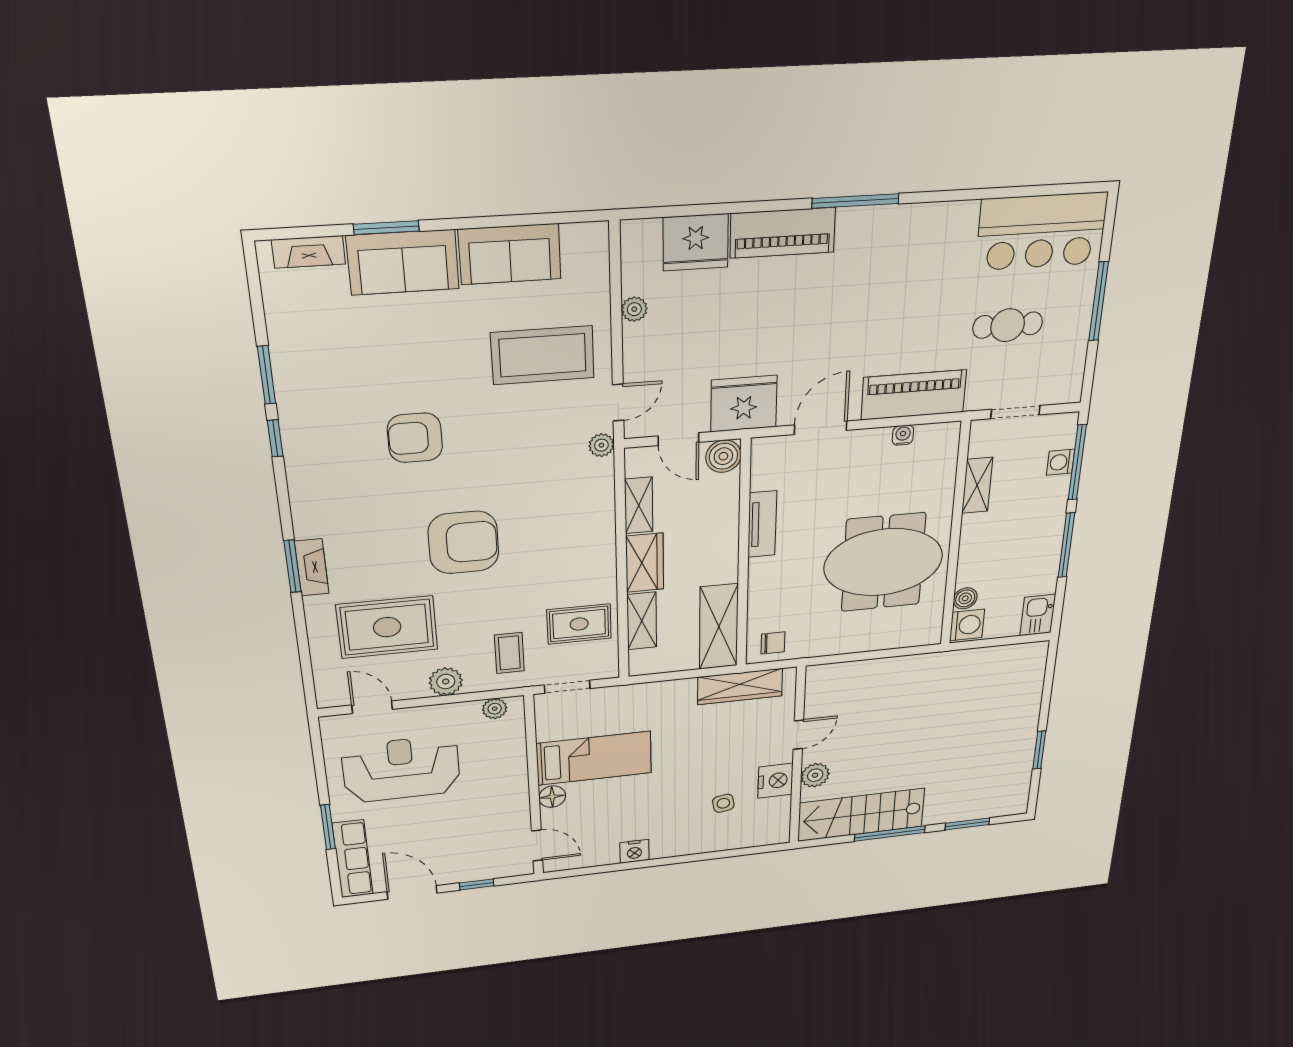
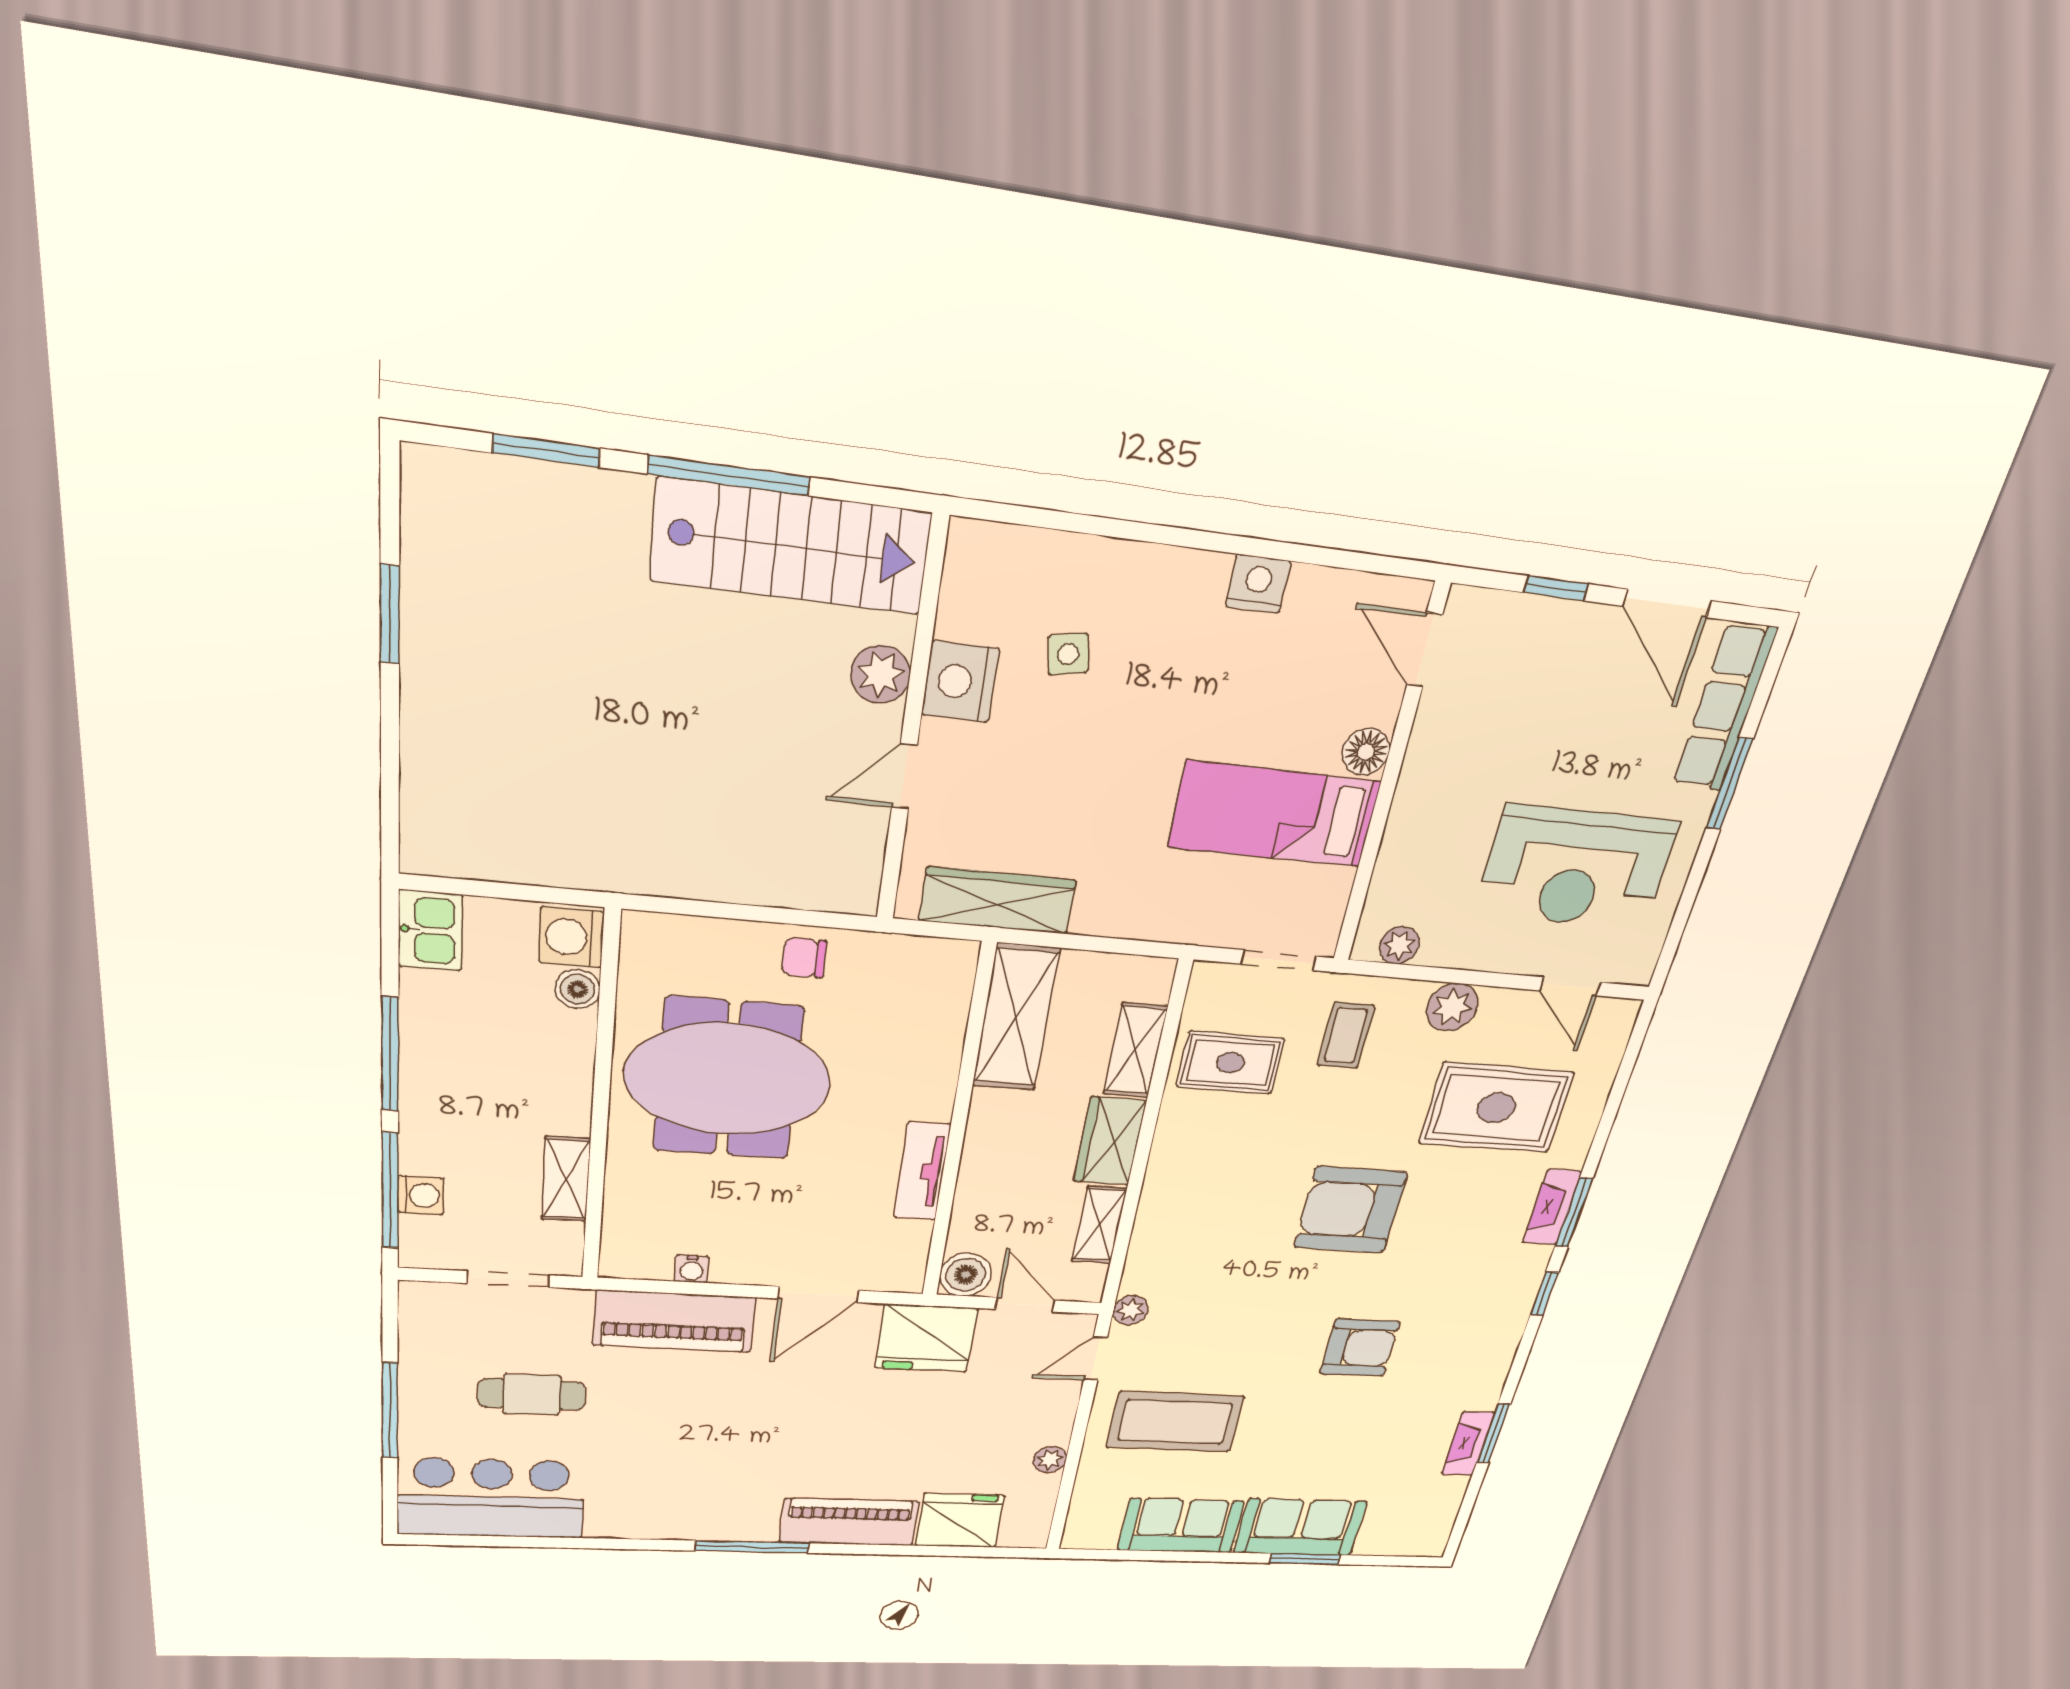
fireplace: (309, 252) -> (1468, 1444), moved, turned -90
window: (275, 438) -> (1544, 1294), moved
chair: (773, 643) -> (804, 958), moved

